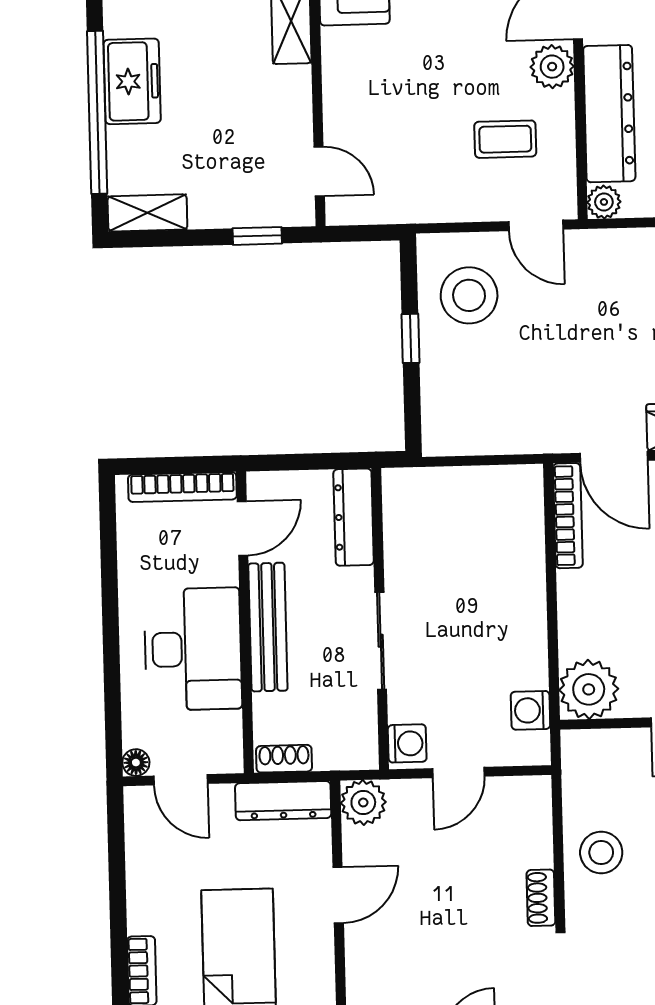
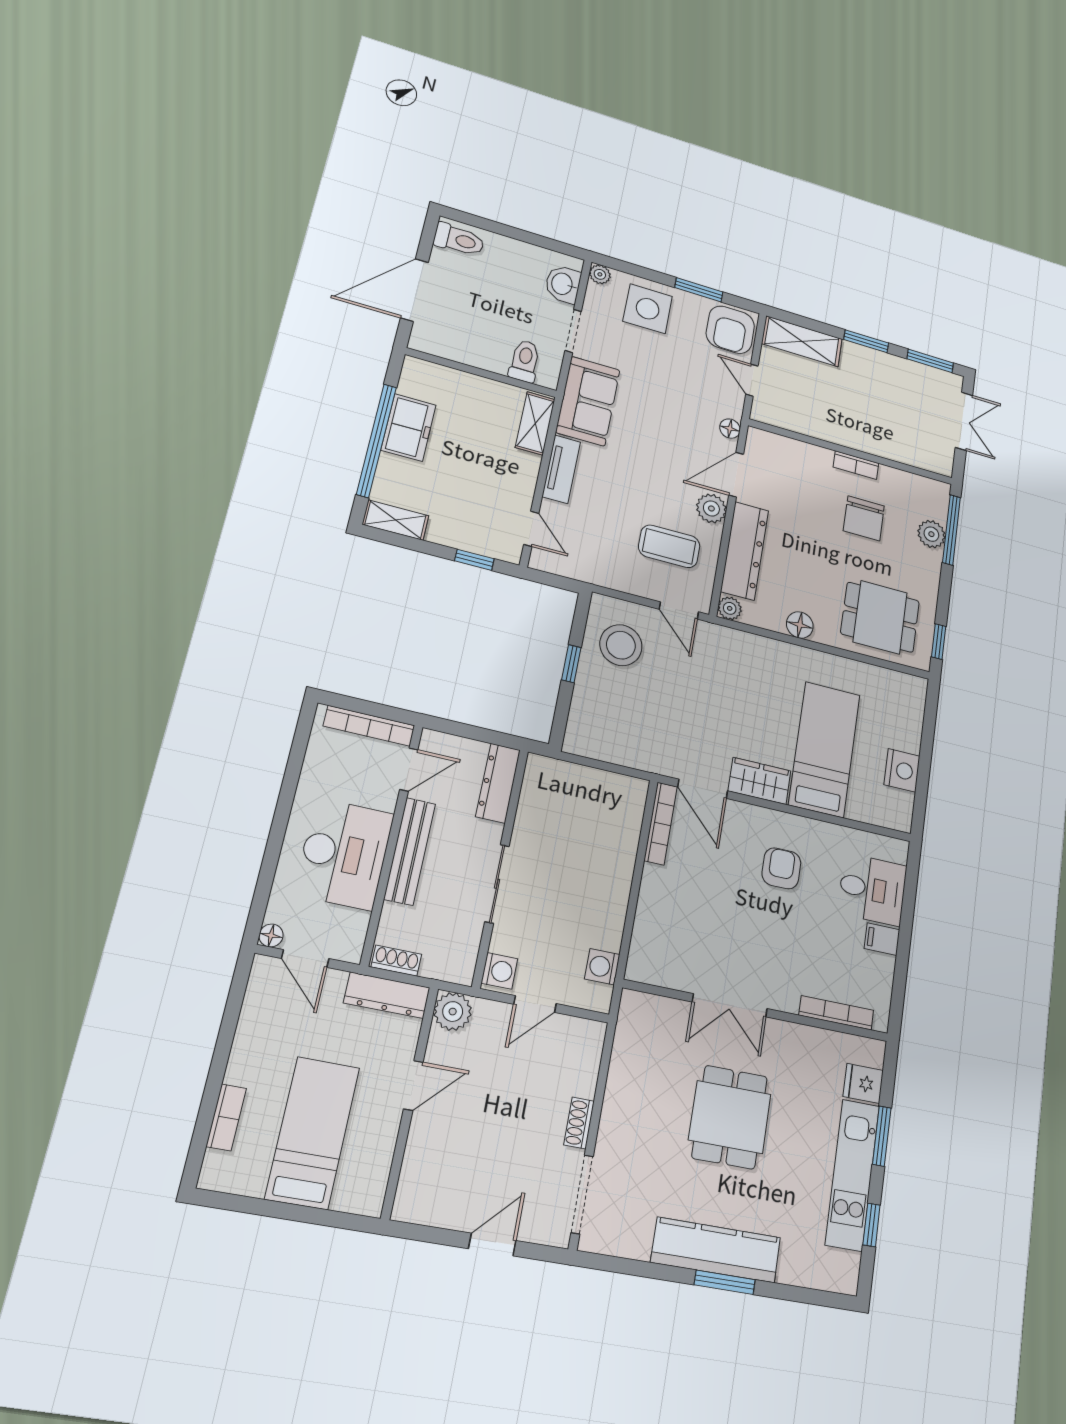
tv unit: (339, 75) -> (561, 469), added
coffee table: (505, 139) -> (669, 546), width x1.36, depth x1.30
plant: (589, 689) -> (650, 961), removed
stool: (601, 852) -> (634, 1095), removed

